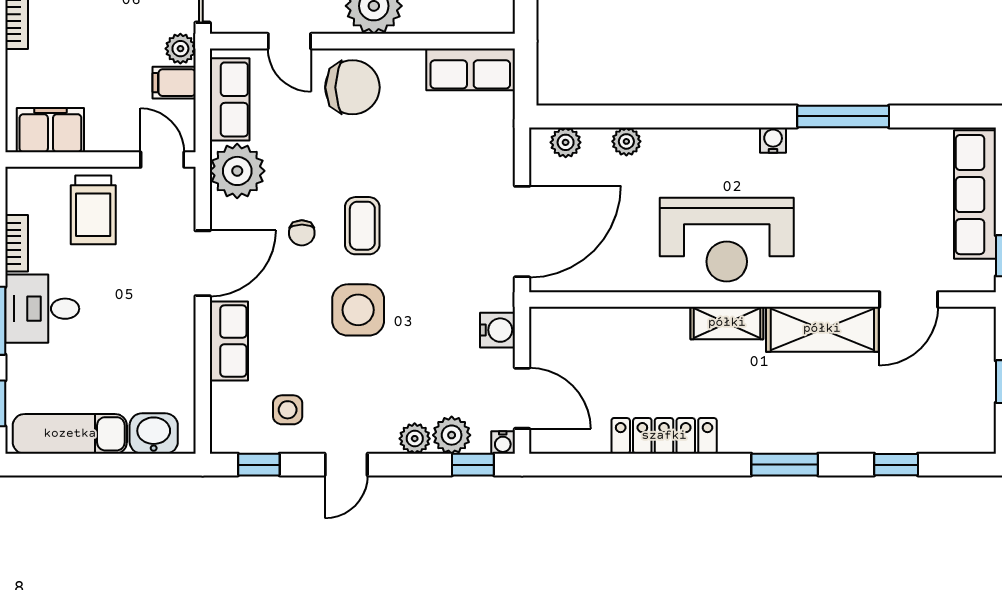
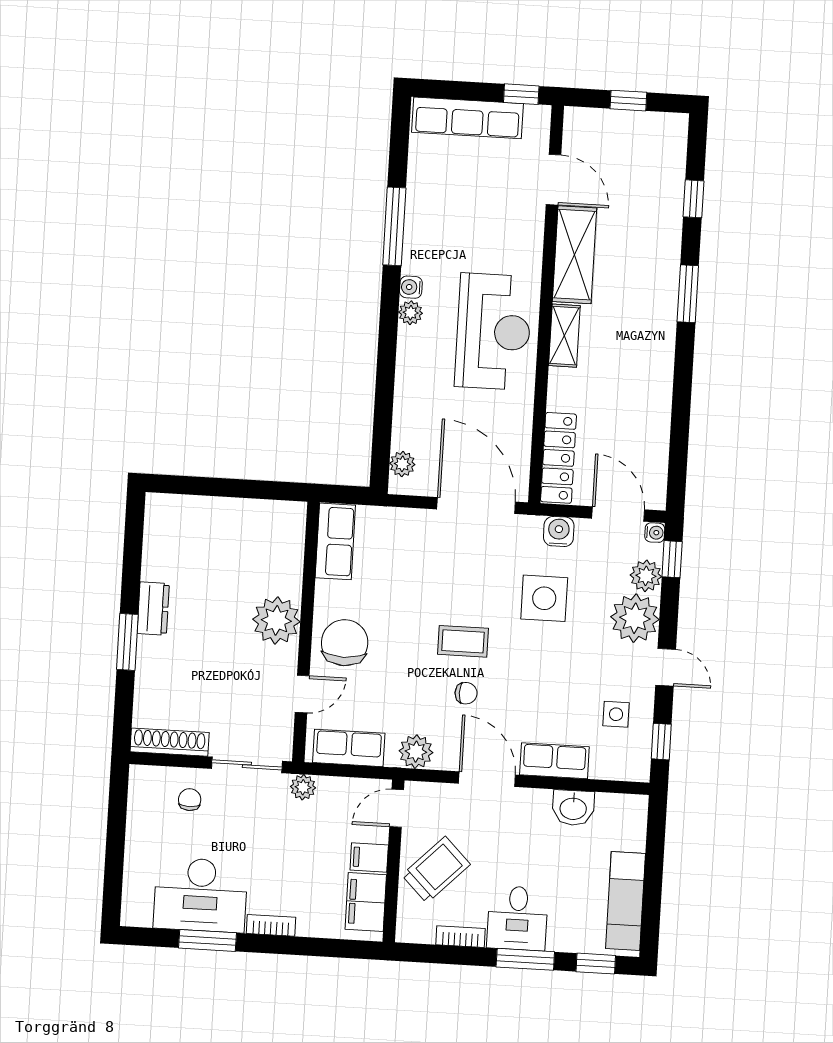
filing cabinet: (174, 83) -> (369, 857), moved, turned 90
plant: (626, 141) -> (411, 313), moved
plant: (237, 171) -> (416, 752), width x0.73, depth x0.73
trolley: (93, 210) -> (436, 870), turned -45
side table: (358, 310) -> (544, 598), moved
door: (522, 398) -> (618, 514), hinge flipped
washbasin: (154, 434) -> (573, 808), moved, turned -90
locker: (664, 436) -> (558, 458), moved, turned 180
plant: (415, 439) -> (635, 618), width x1.88, depth x1.88

